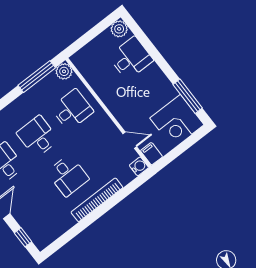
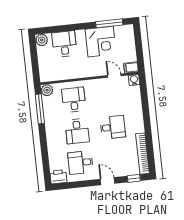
corner desk: (177, 121) -> (101, 42), moved
desk: (38, 136) -> (77, 131), turned -90
door: (130, 140) -> (114, 76), hinge flipped
bookcase: (97, 200) -> (143, 154), moved

